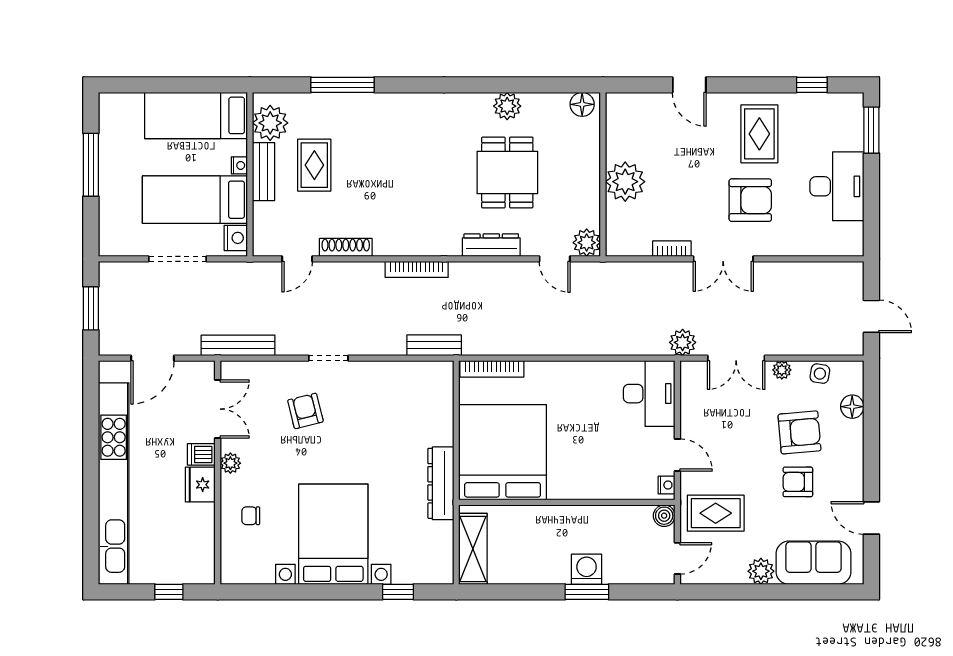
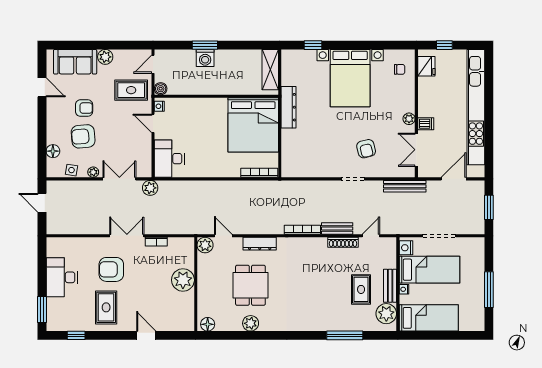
bench: (434, 345) -> (337, 228), moved
fridge: (200, 485) -> (426, 66), moved
chair: (251, 516) -> (400, 69), moved

